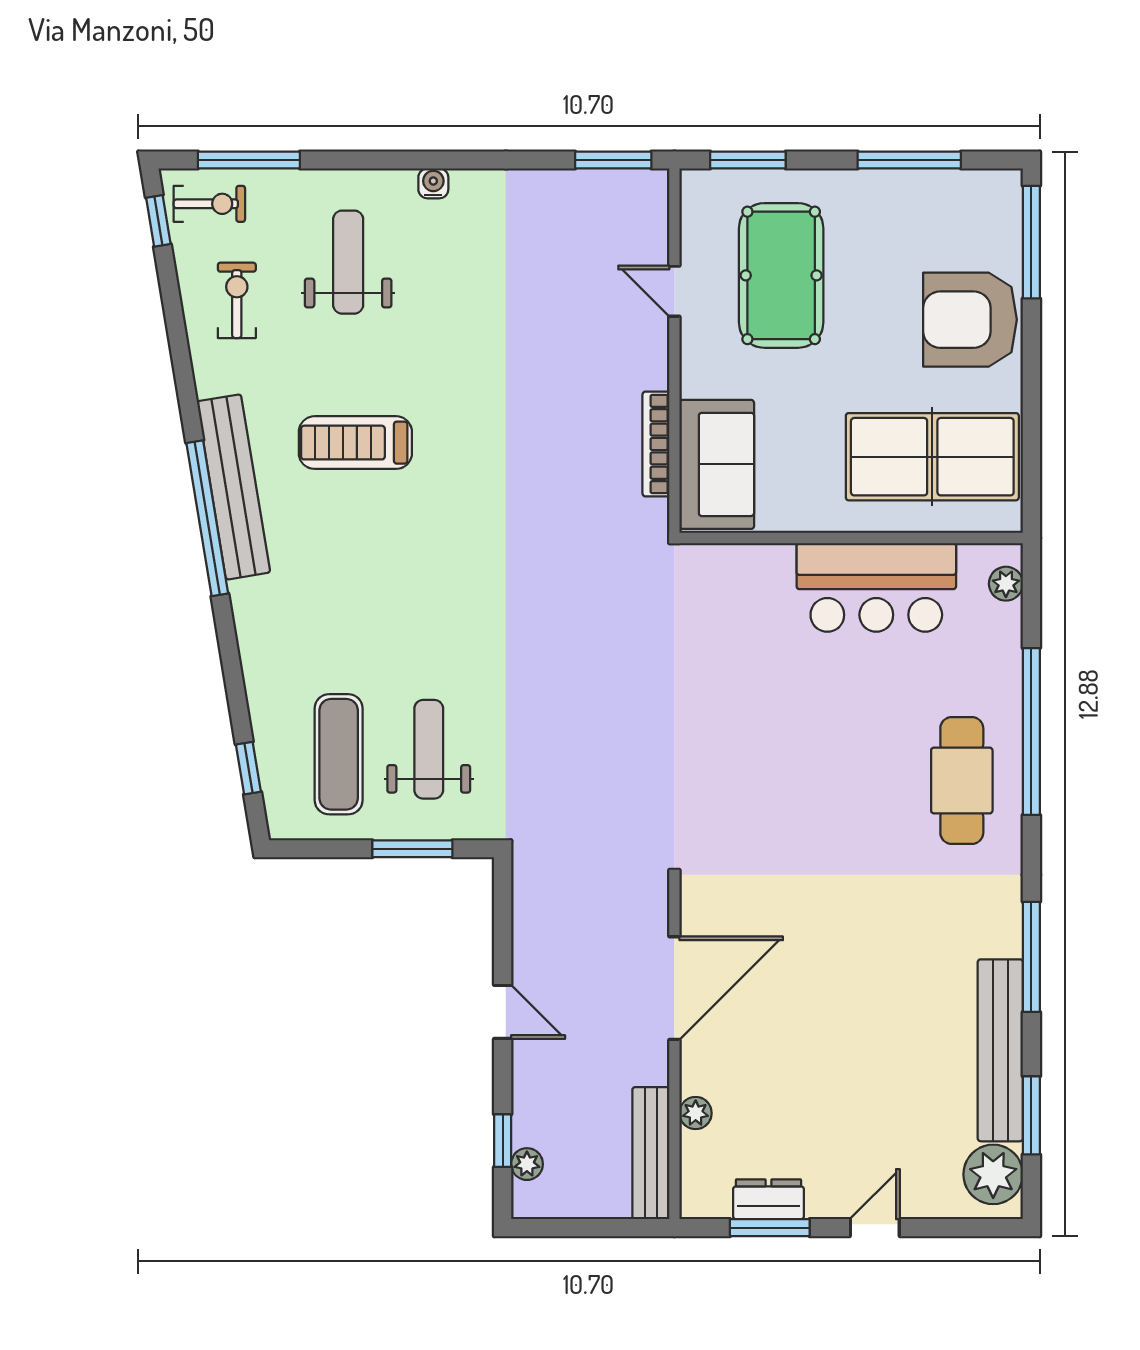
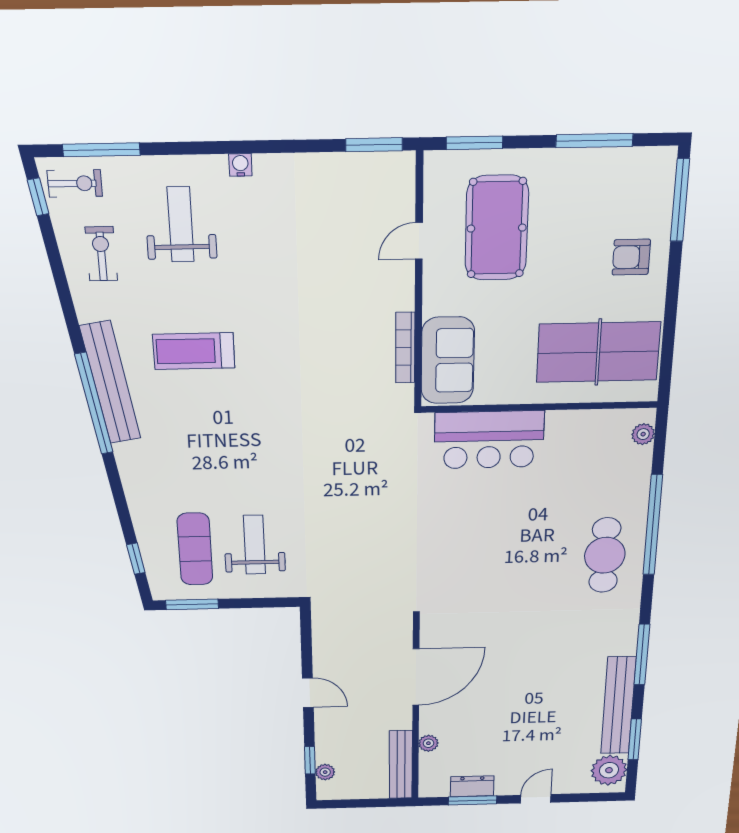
door: (674, 291) -> (419, 241), hinge flipped
armchair: (970, 320) -> (631, 257), width x0.53, depth x0.53
bar counter: (876, 587) -> (489, 440), moved
window: (412, 849) -> (192, 604), moved

